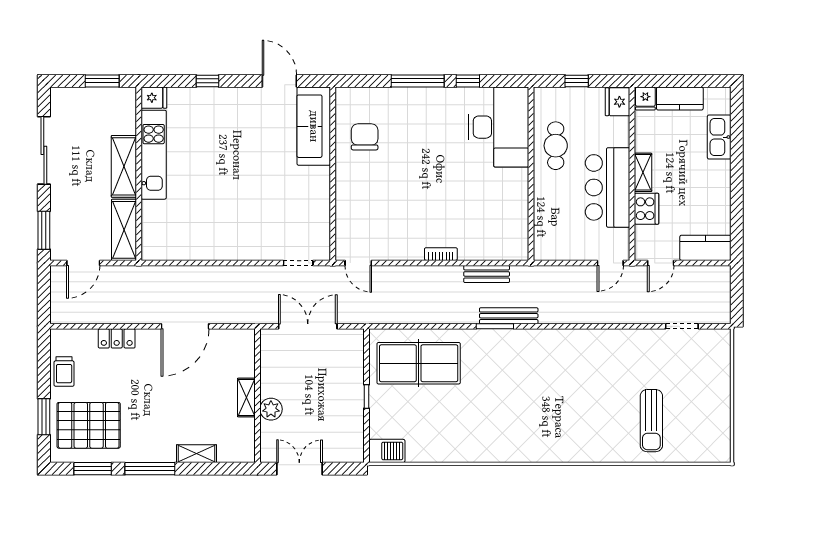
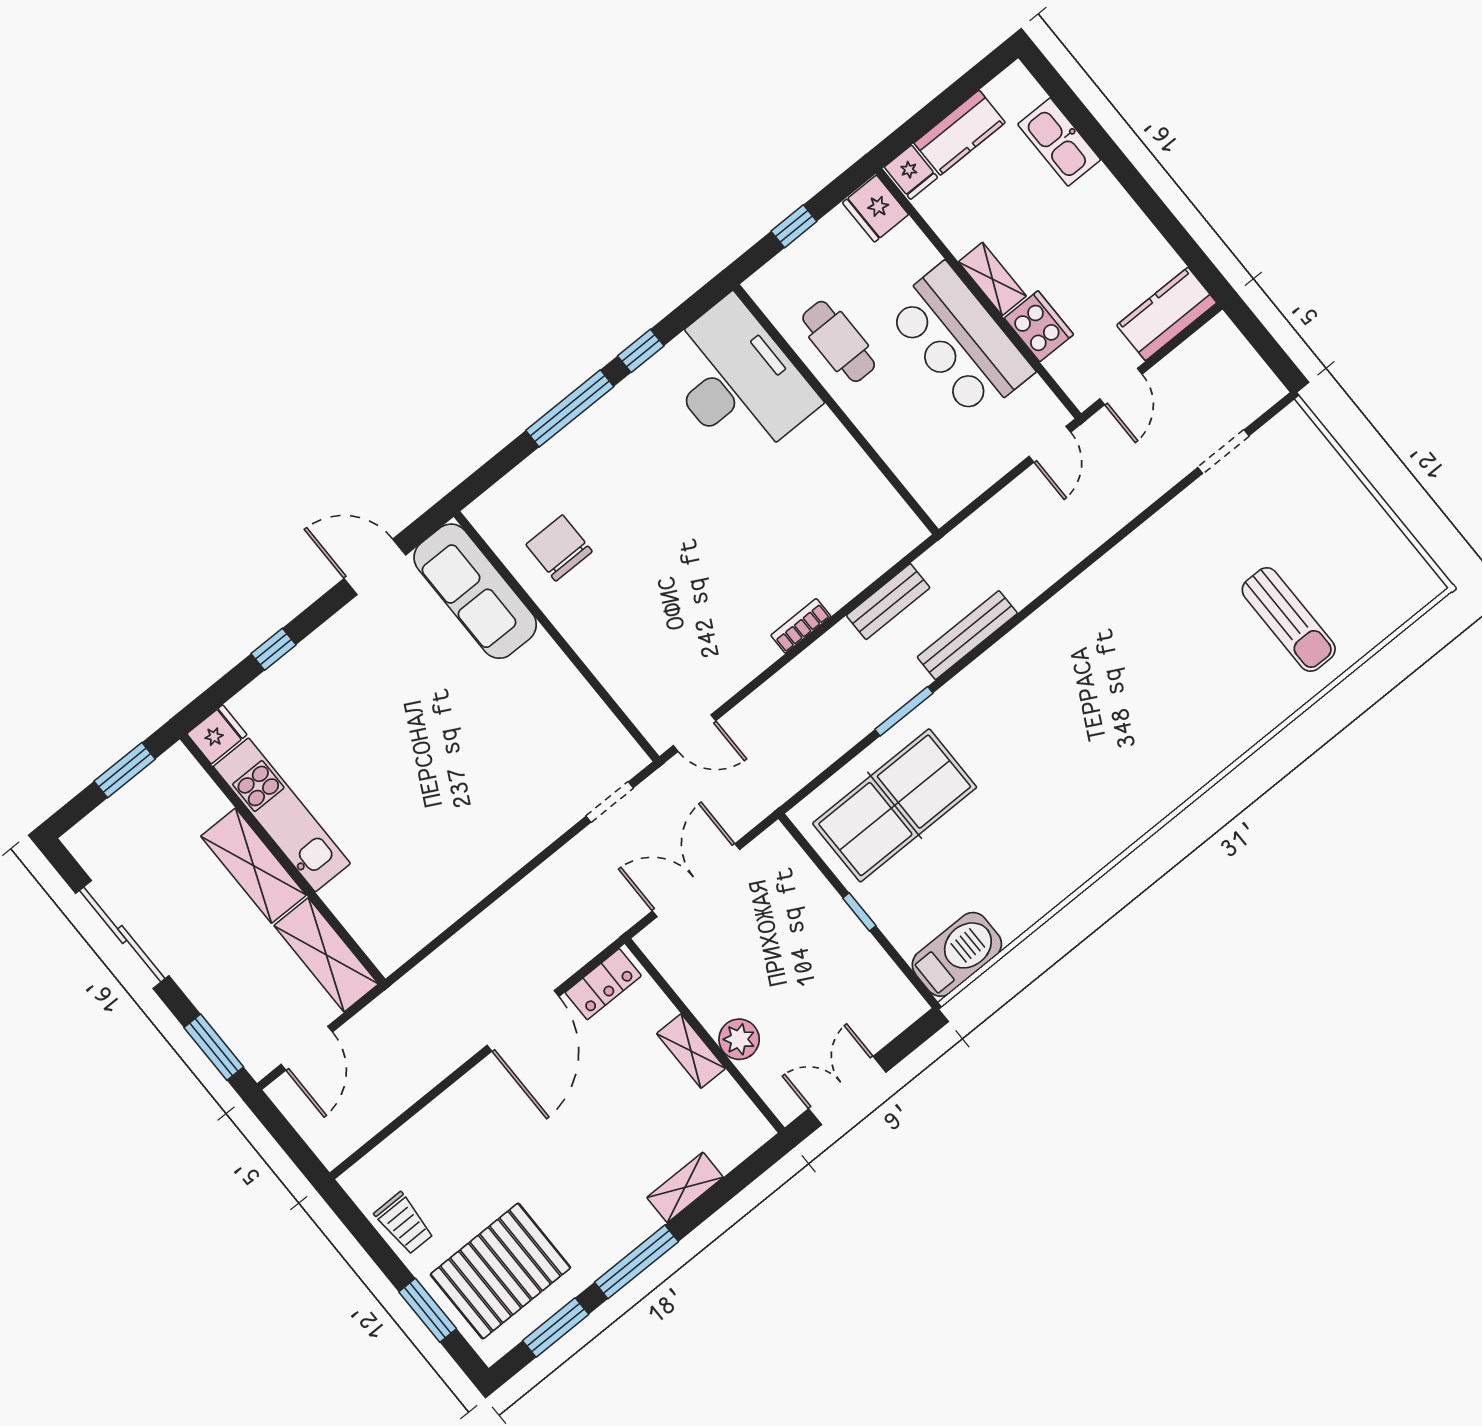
window: (495, 326) -> (904, 711), moved
locker: (117, 338) -> (603, 984), moved
barbecue: (387, 451) -> (957, 954), width x1.37, depth x1.21

